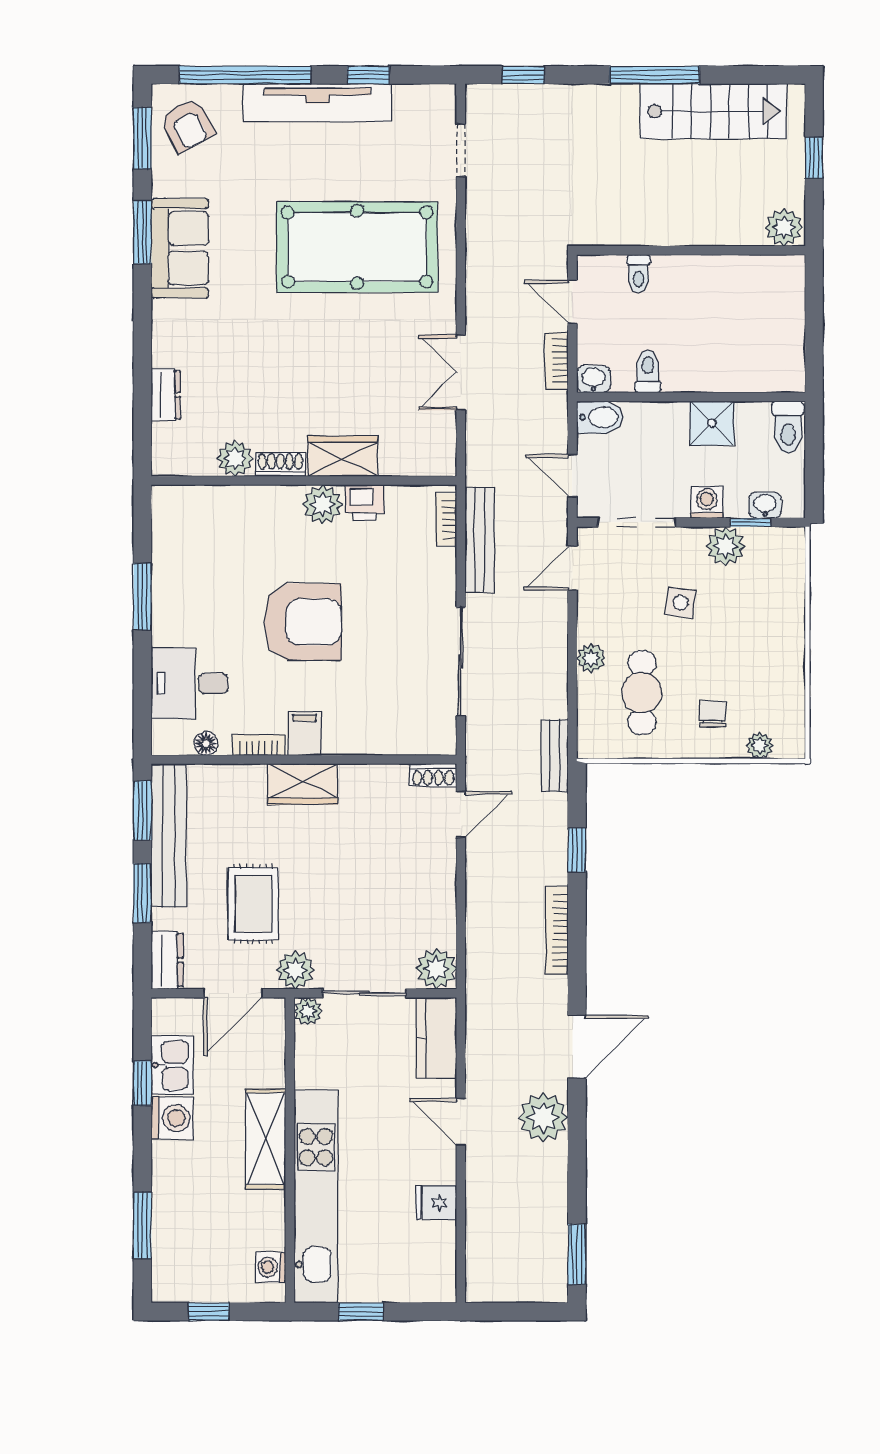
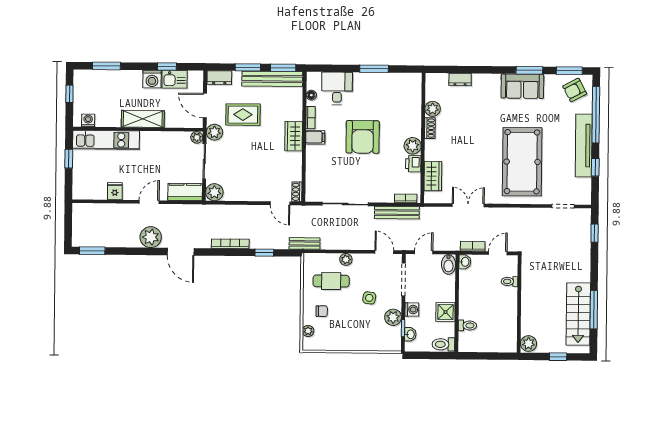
window: (655, 75) -> (594, 310), moved
toilet: (648, 371) -> (467, 325), moved
wardrobe: (343, 456) -> (433, 176), moved
kitchen unit: (316, 1196) -> (106, 140), width x0.73

